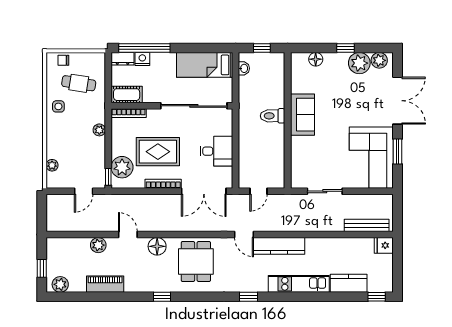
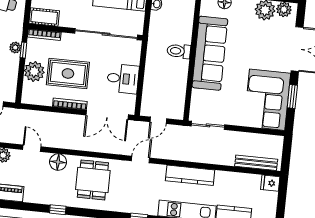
sofa: (302, 115) -> (210, 53), width x1.85, depth x1.27
plant: (122, 167) -> (34, 71), moved
window: (108, 177) -> (23, 50), moved
sliding door: (325, 191) -> (208, 125), moved
door: (244, 235) -> (140, 159), swing flipped
kitchen counter: (279, 246) -> (190, 175), moved

